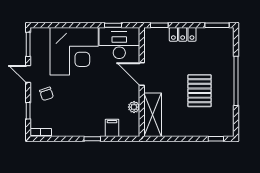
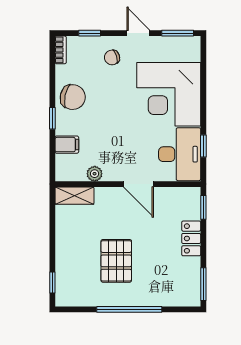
door: (28, 74) -> (138, 33), hinge flipped
door: (142, 74) -> (138, 184), swing flipped
pallet: (200, 91) -> (116, 261), turned 90
shelving: (153, 115) -> (75, 196), width x0.67, depth x0.75
chair: (76, 123) -> (73, 97), added

